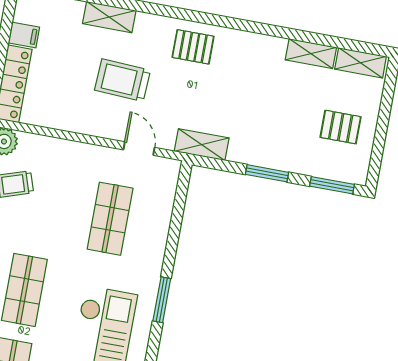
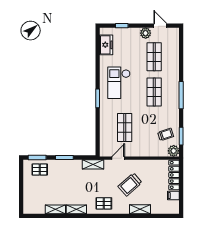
shelving: (361, 63) -> (76, 209), moved
trolley: (123, 80) -> (130, 185), turned 136
pallet: (341, 127) -> (40, 170), moved
door: (139, 149) -> (118, 158), swing flipped

